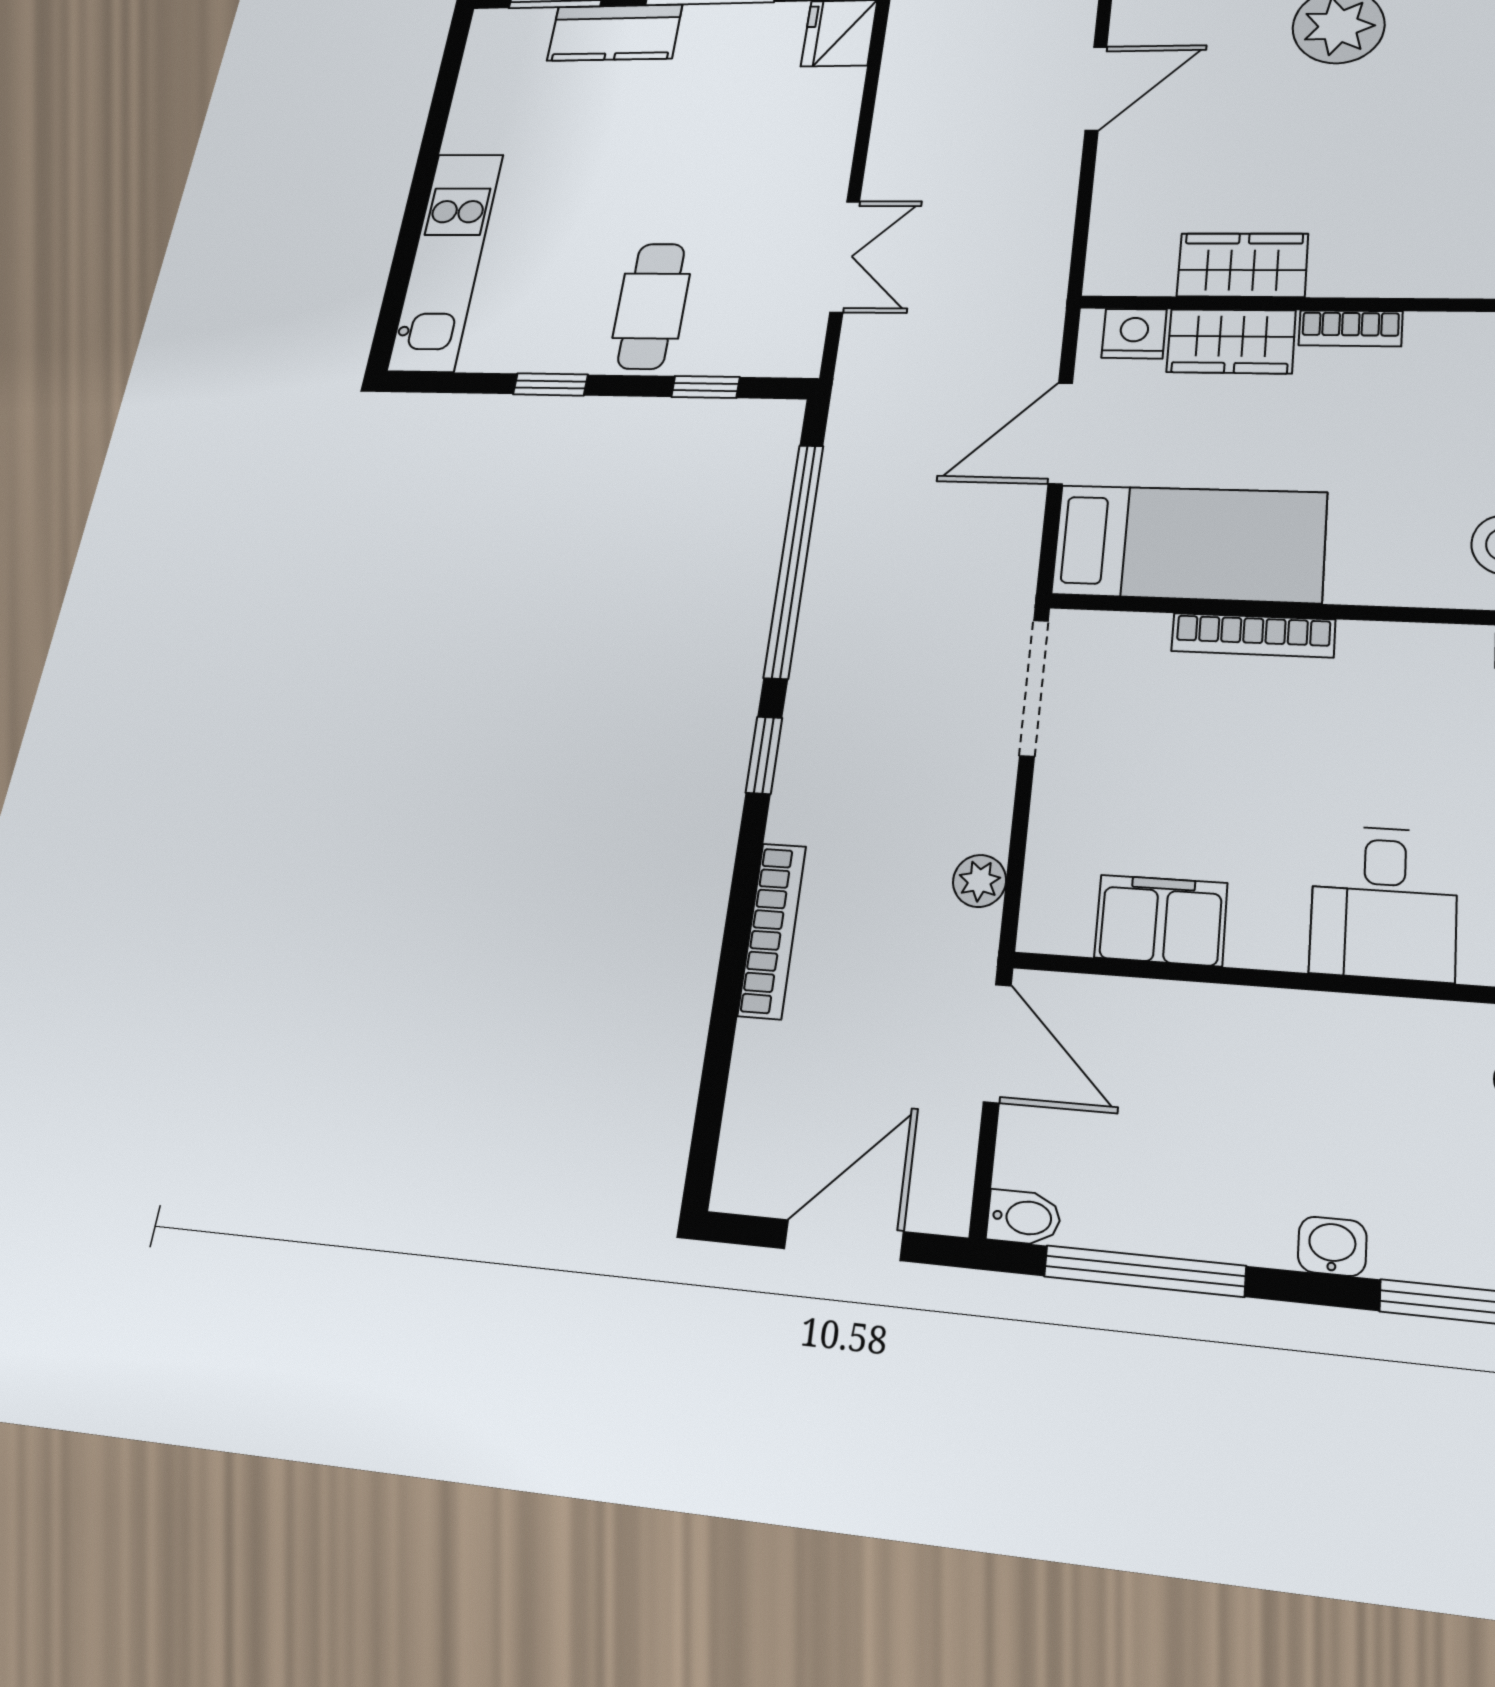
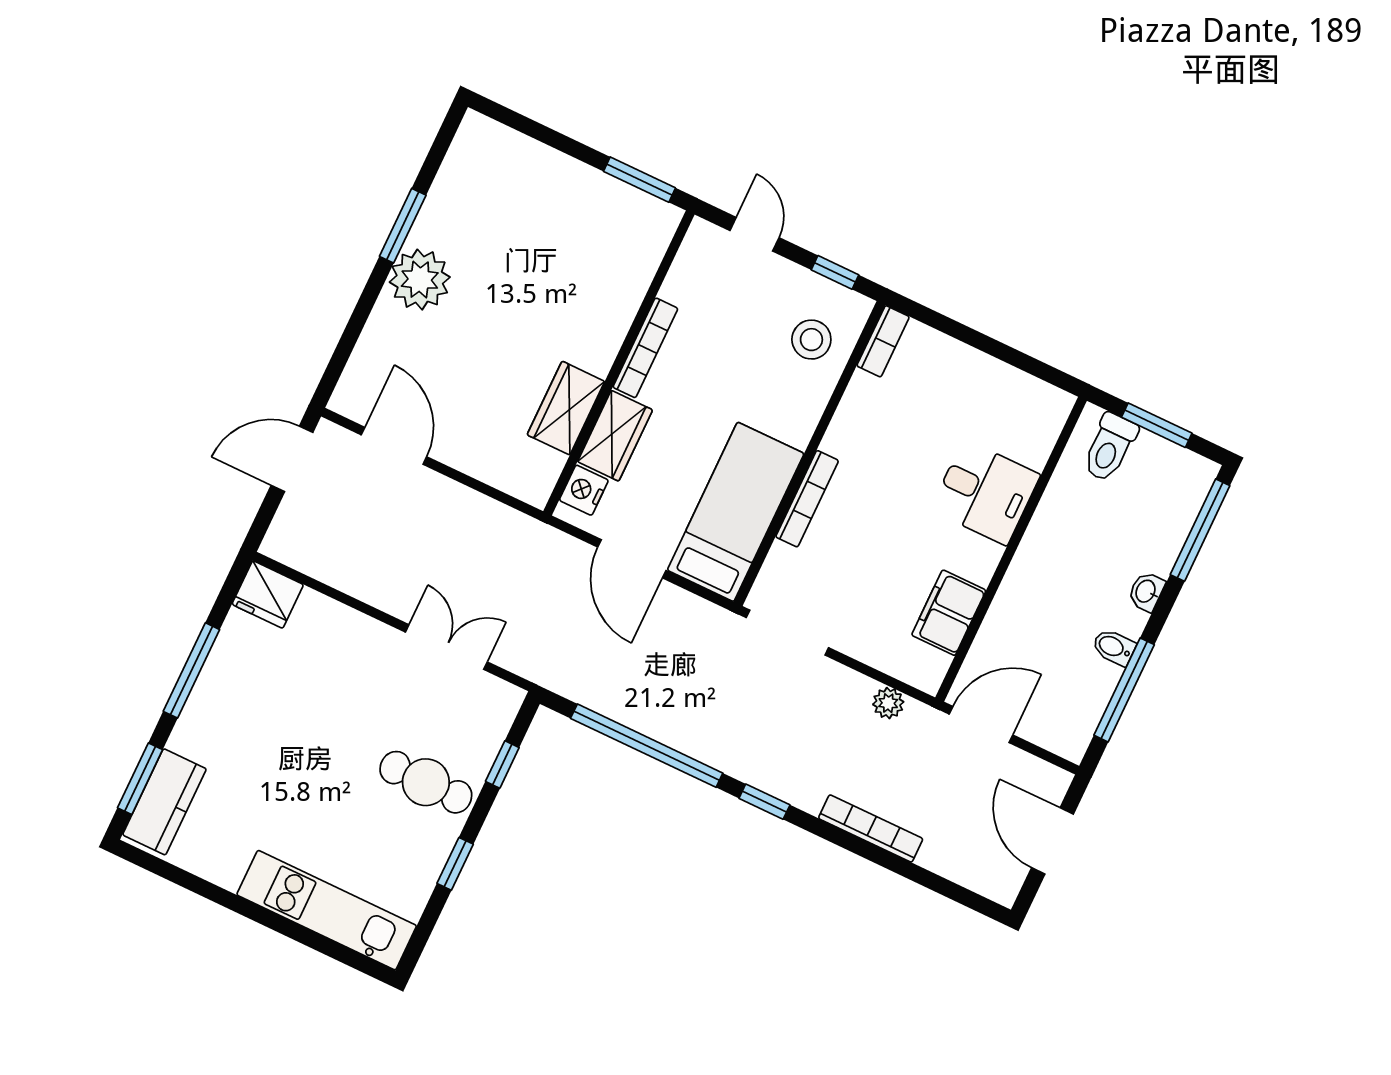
kitchen counter: (615, 33) -> (164, 802), moved
bookcase: (1351, 328) -> (645, 348), width x1.56
bidet: (1024, 1217) -> (1114, 647), moved, turned -90

